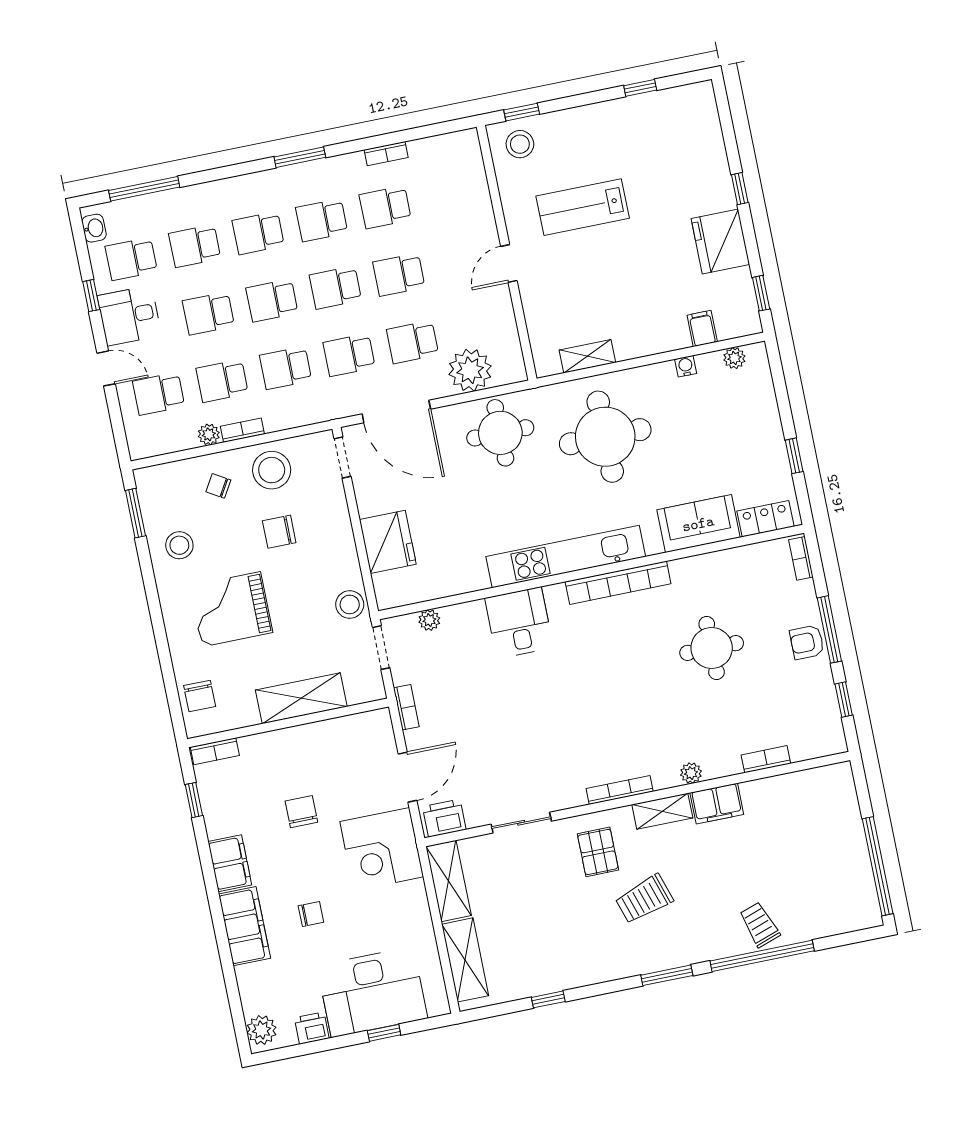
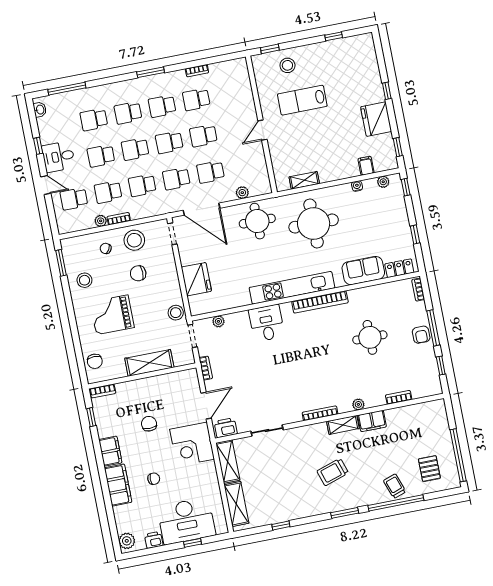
stool: (520, 144) -> (287, 65), moved
school desk: (131, 259) -> (60, 126), removed
window: (776, 368) -> (406, 187), added
plant: (470, 370) -> (242, 193), width x0.53, depth x0.53
armchair: (807, 642) -> (421, 335), turned -90
pallet: (598, 852) -> (429, 469), moved

